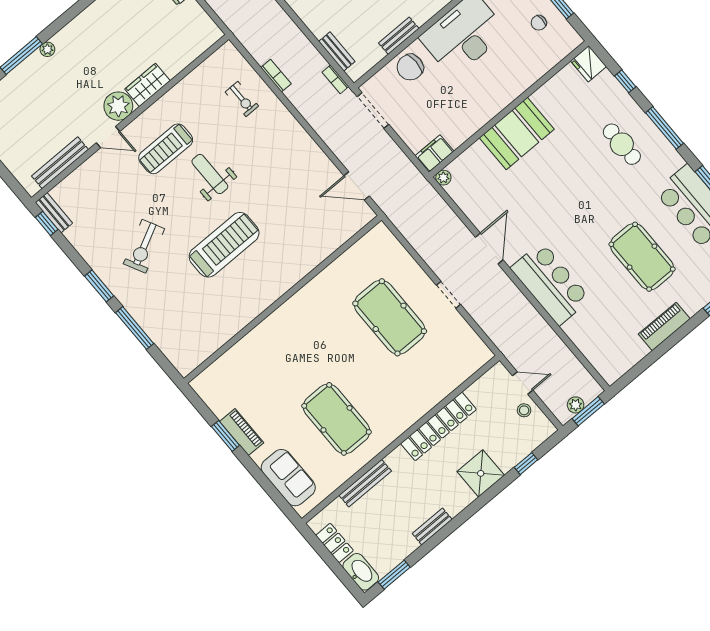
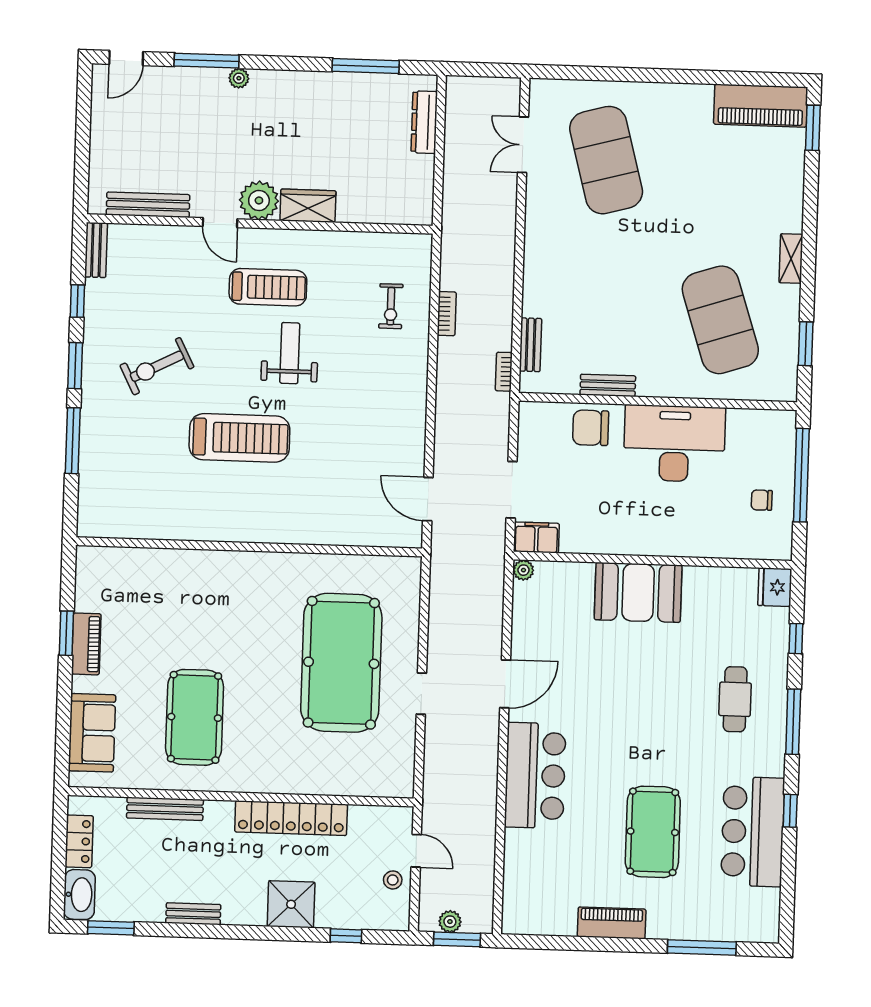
doorway: (373, 110) -> (512, 490), moved
treadmill: (166, 149) -> (268, 287), turned 180
window: (47, 223) -> (77, 301), moved
pool table: (390, 317) -> (341, 663), width x1.36, depth x1.32

